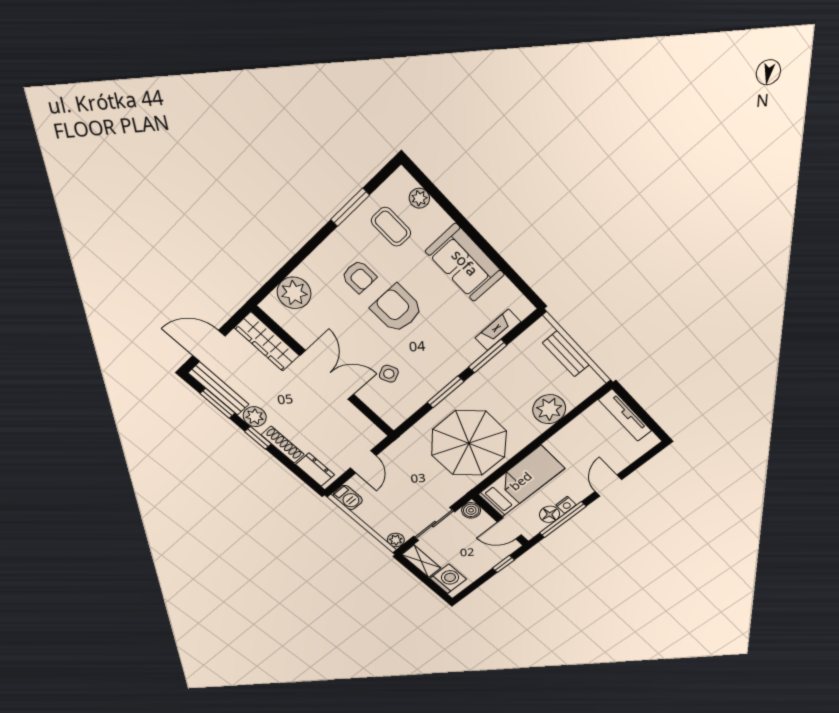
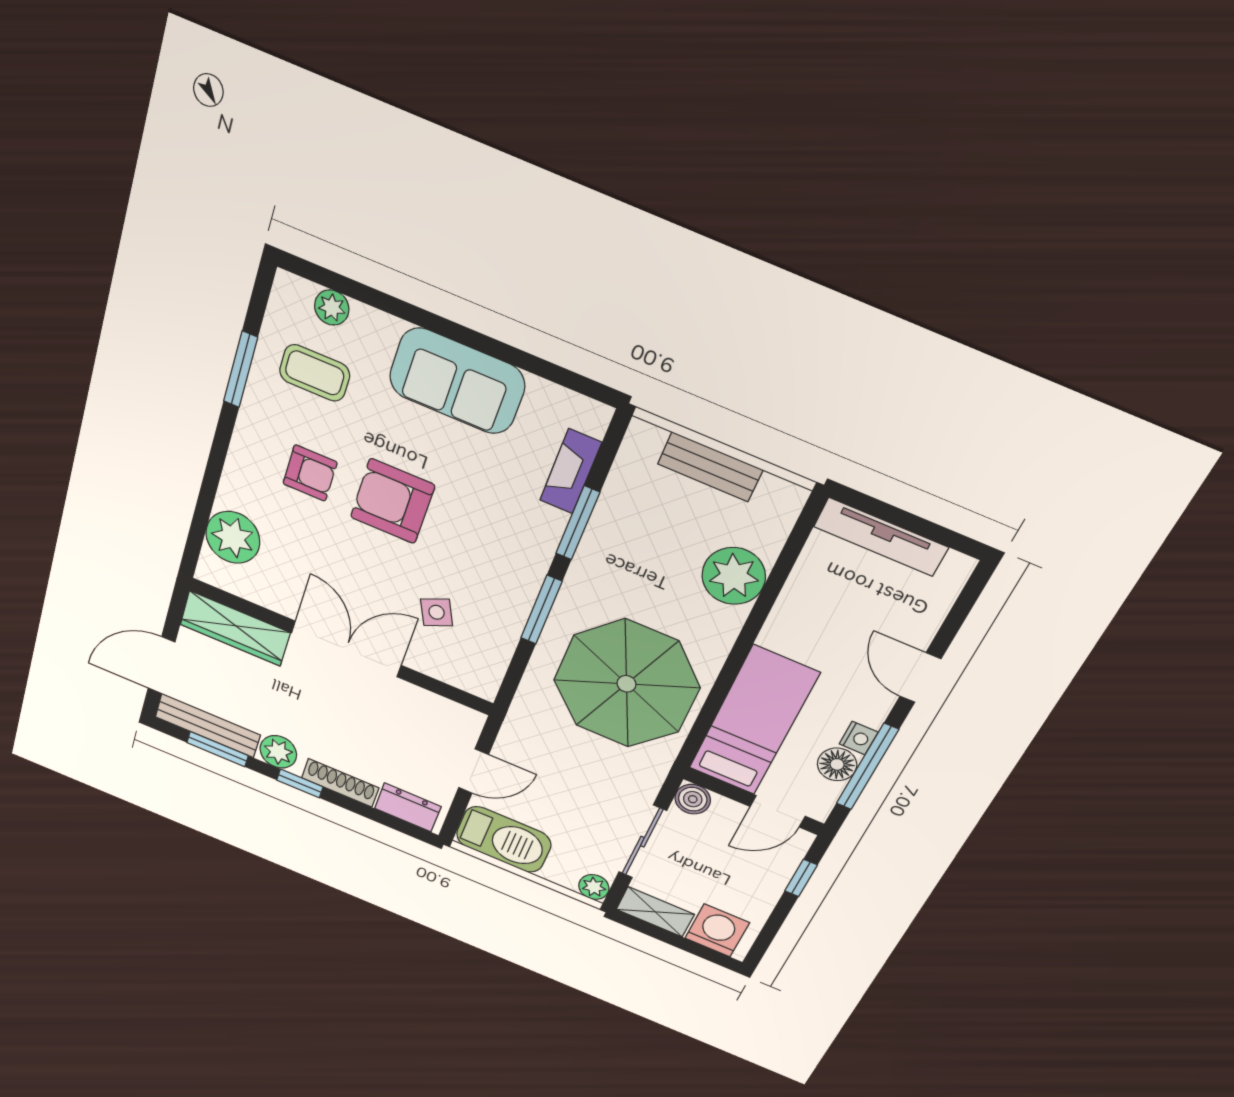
door: (363, 462) -> (474, 771), hinge flipped
barbecue: (348, 498) -> (504, 839), width x1.88, depth x1.53

